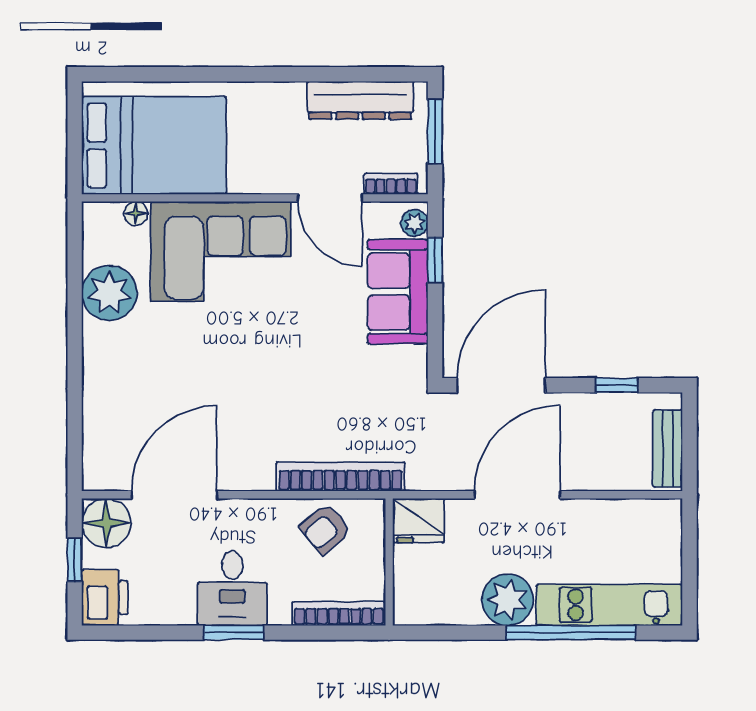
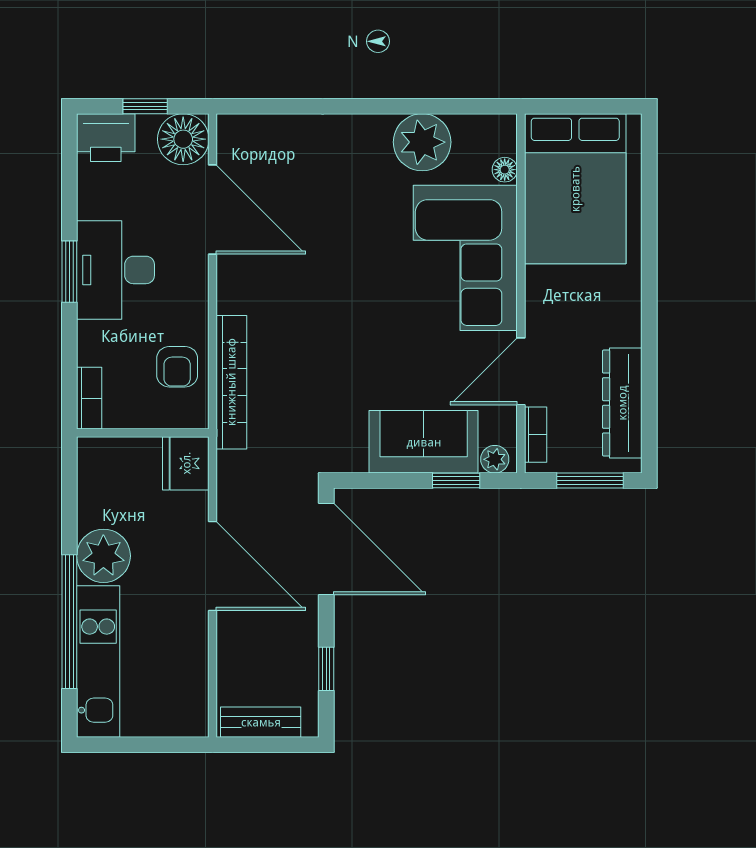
armchair: (325, 529) -> (177, 367), turned -140
desk: (232, 588) -> (116, 270), width x1.37
bookcase: (339, 614) -> (89, 398), width x0.64

